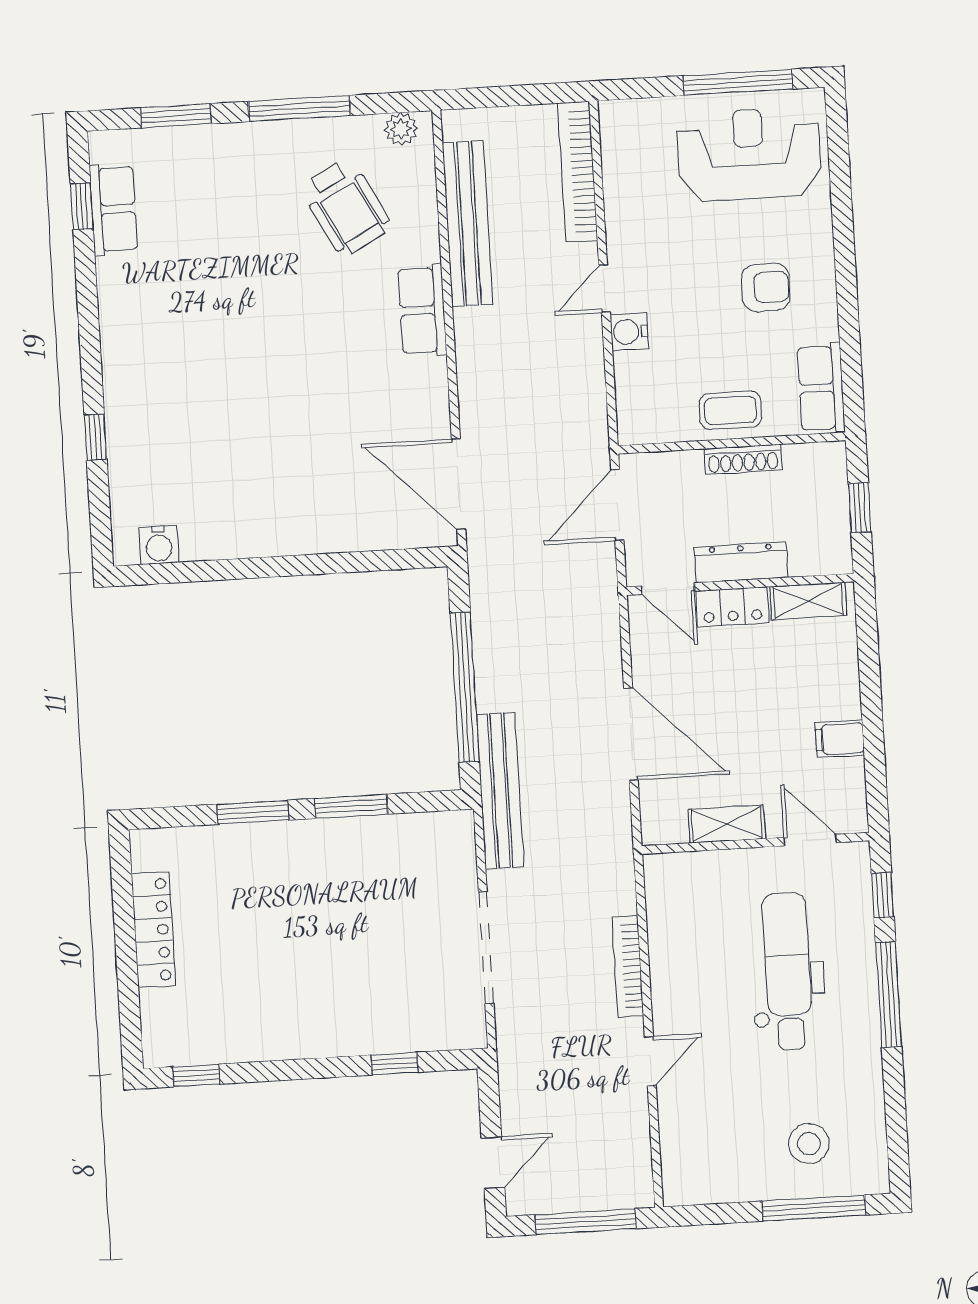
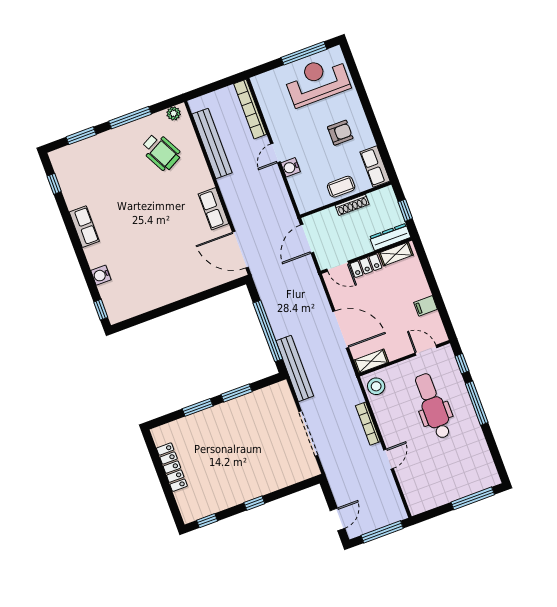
row of seats: (113, 209) -> (84, 227), moved
row of seats: (422, 310) -> (214, 209), moved
window: (95, 437) -> (101, 310), moved
water cooler: (159, 545) -> (101, 275), moved, turned 90
dresser: (741, 562) -> (390, 237), moved
shelving: (727, 824) -> (371, 361), moved
window: (394, 1064) -> (254, 503), moved
stool: (809, 1143) -> (376, 386), moved

